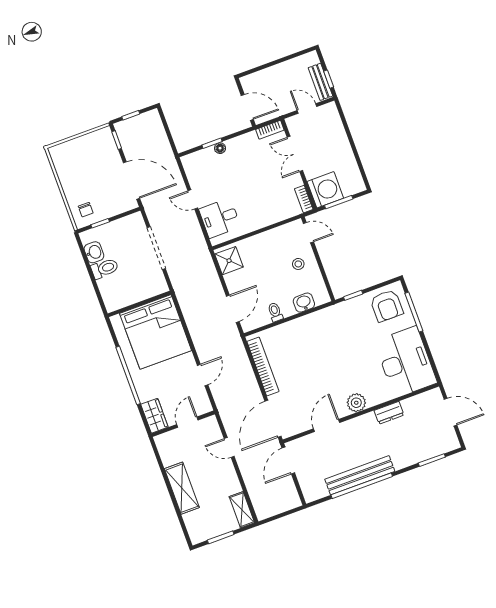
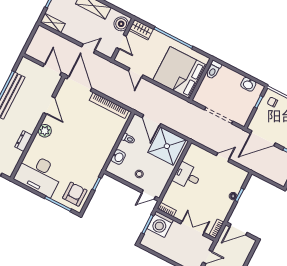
desk: (220, 218) -> (187, 176), moved, turned -90
shower: (229, 261) -> (167, 146), width x1.86, depth x1.86
toilet: (105, 268) -> (213, 70), moved
armchair: (387, 306) -> (75, 194), turned 90
boiler: (170, 441) -> (121, 24), added

